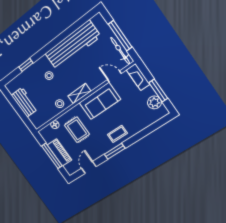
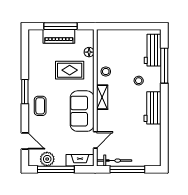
workbench: (73, 45) -> (153, 108), width x0.53, depth x0.76
window: (26, 65) -> (164, 66), width x2.17
window: (158, 91) -> (56, 169), width x1.44
workbench: (24, 102) -> (153, 50), moved, turned 90
door: (89, 167) -> (25, 141), moved

